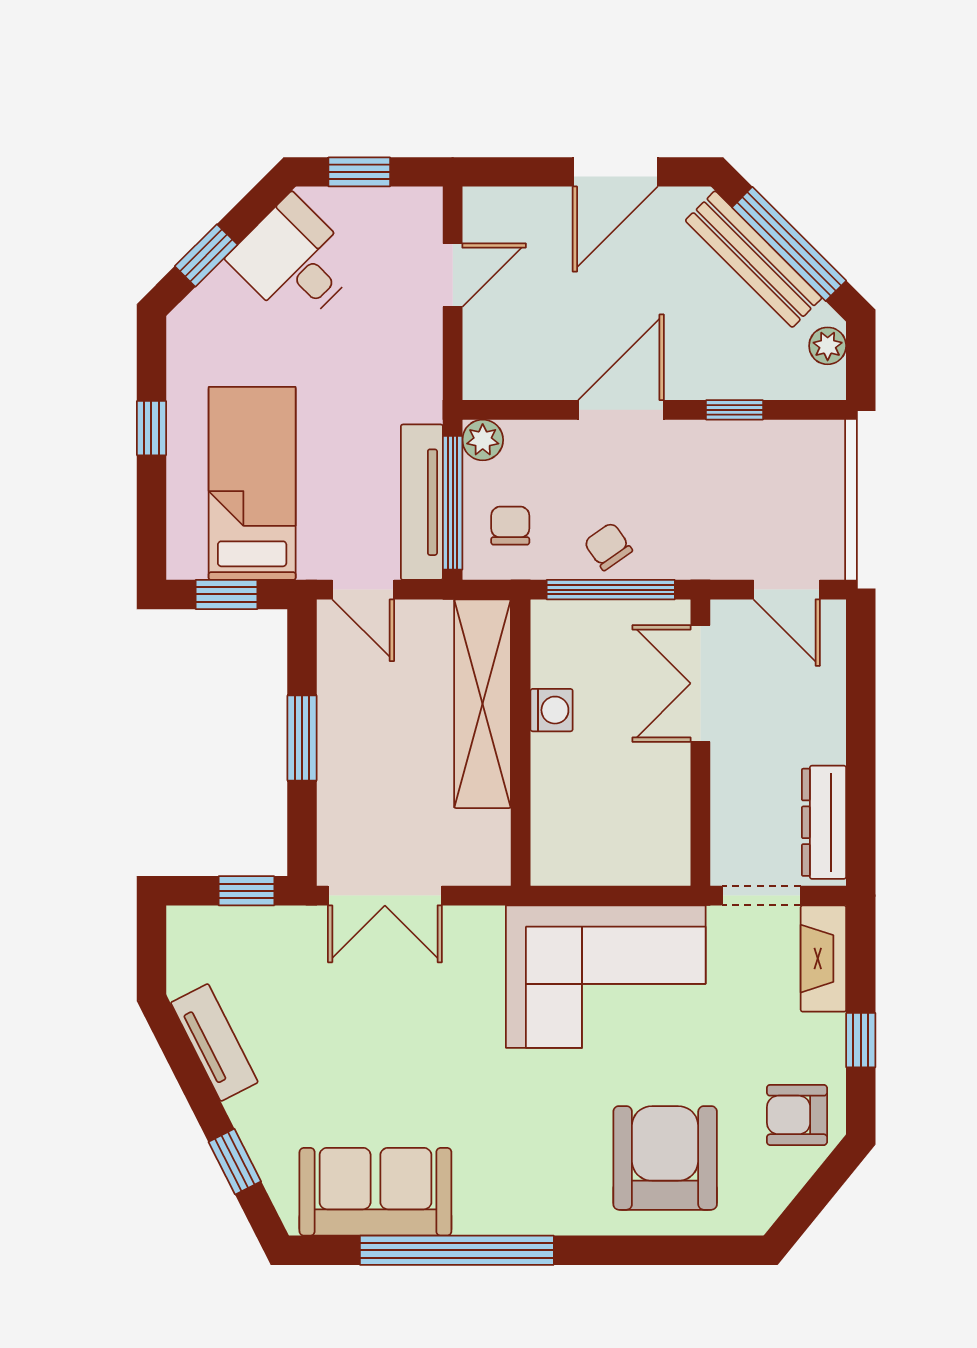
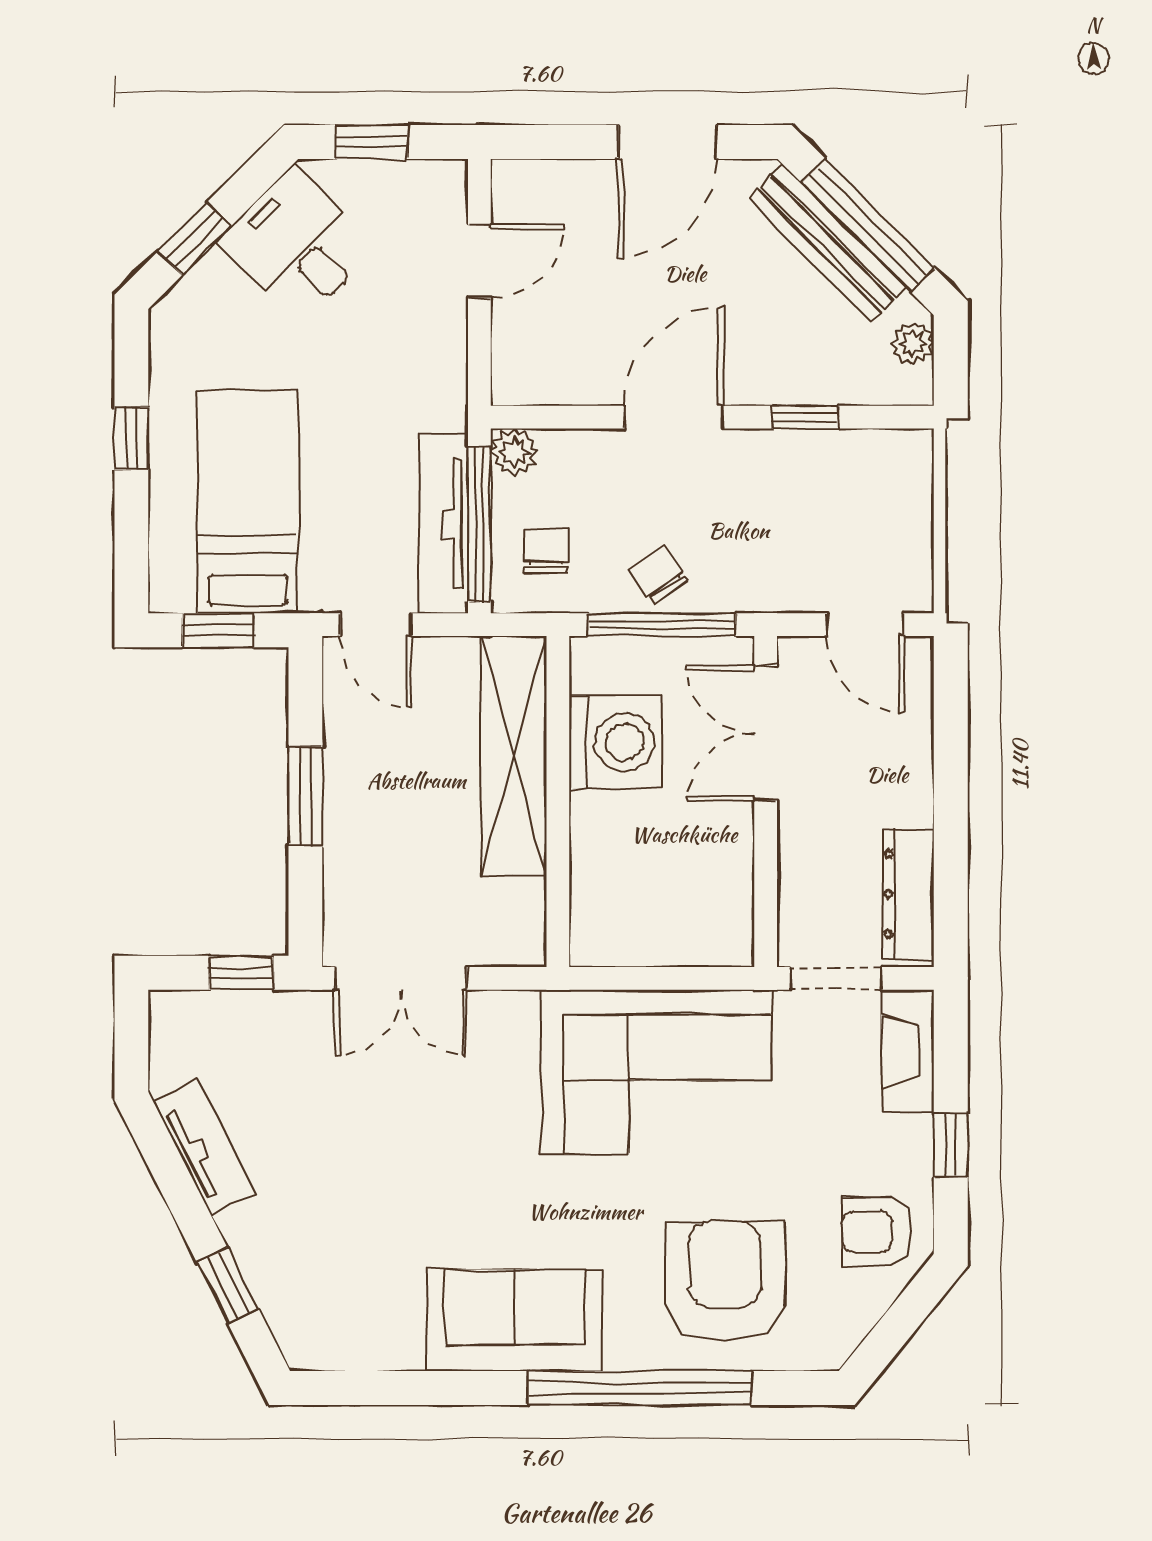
washing machine: (552, 710) -> (615, 742), width x1.89, depth x1.89
sofa: (375, 1192) -> (514, 1320), moved
window: (457, 1250) -> (640, 1388), moved

